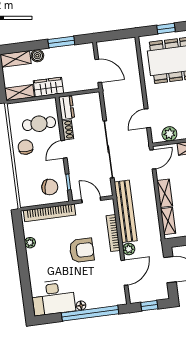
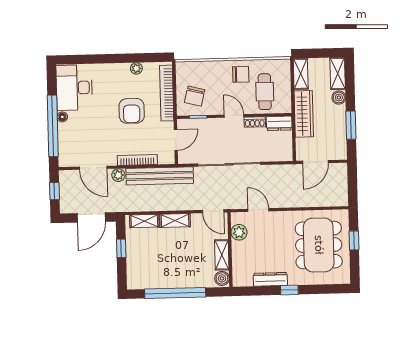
wardrobe: (48, 87) -> (304, 114), width x1.50
armchair: (82, 250) -> (132, 111), moved

